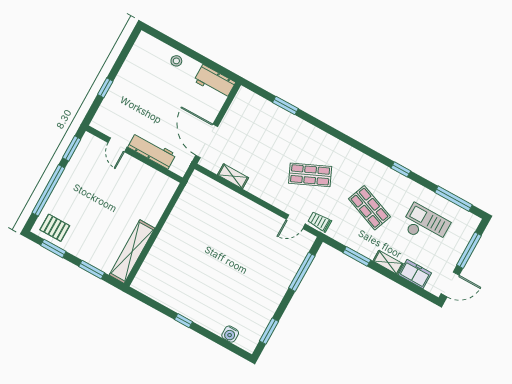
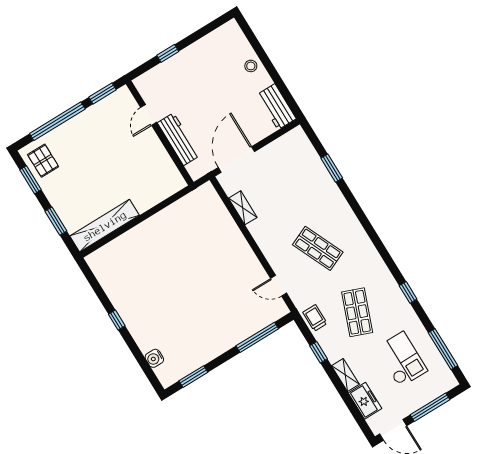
trolley: (320, 222) -> (315, 318), moved
window: (357, 256) -> (319, 352), width x0.67

